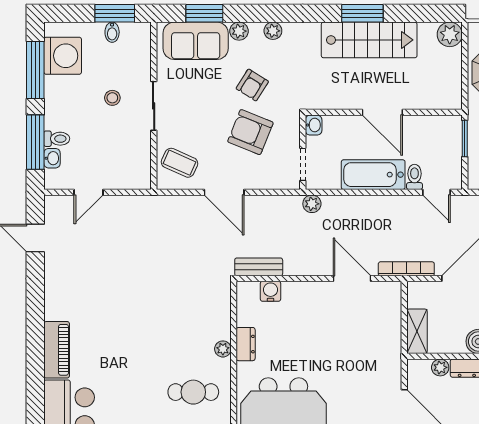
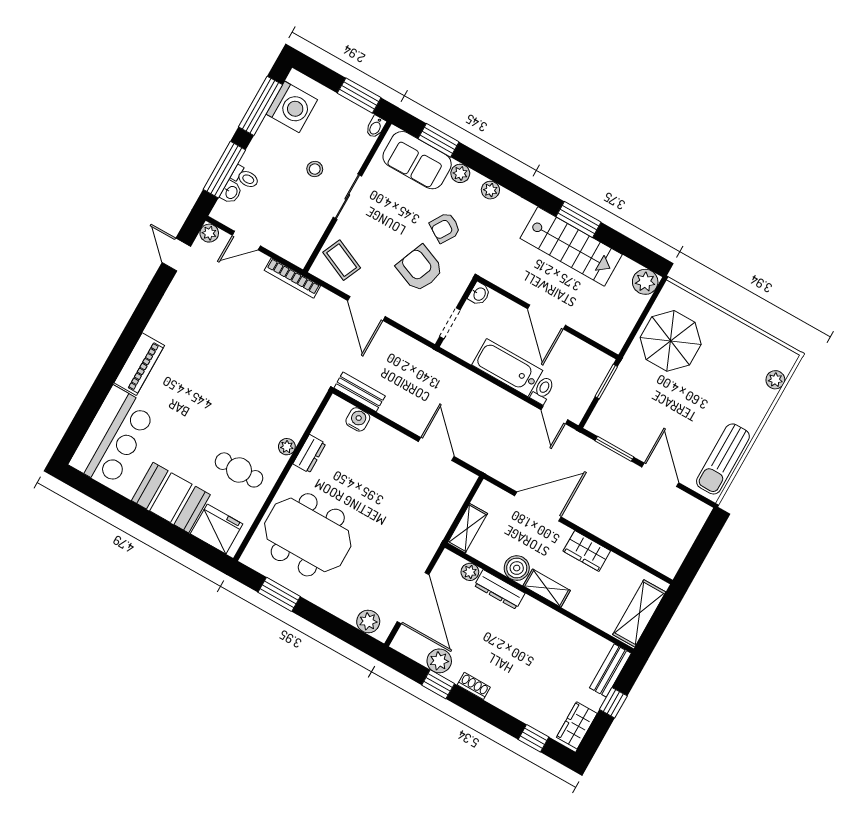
bidet: (112, 32) -> (376, 127), moved
plant: (312, 204) -> (209, 233), moved
bookcase: (406, 269) -> (292, 278), moved, turned 180

